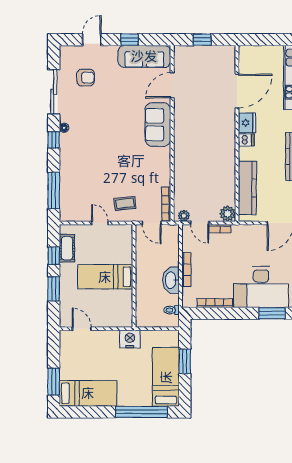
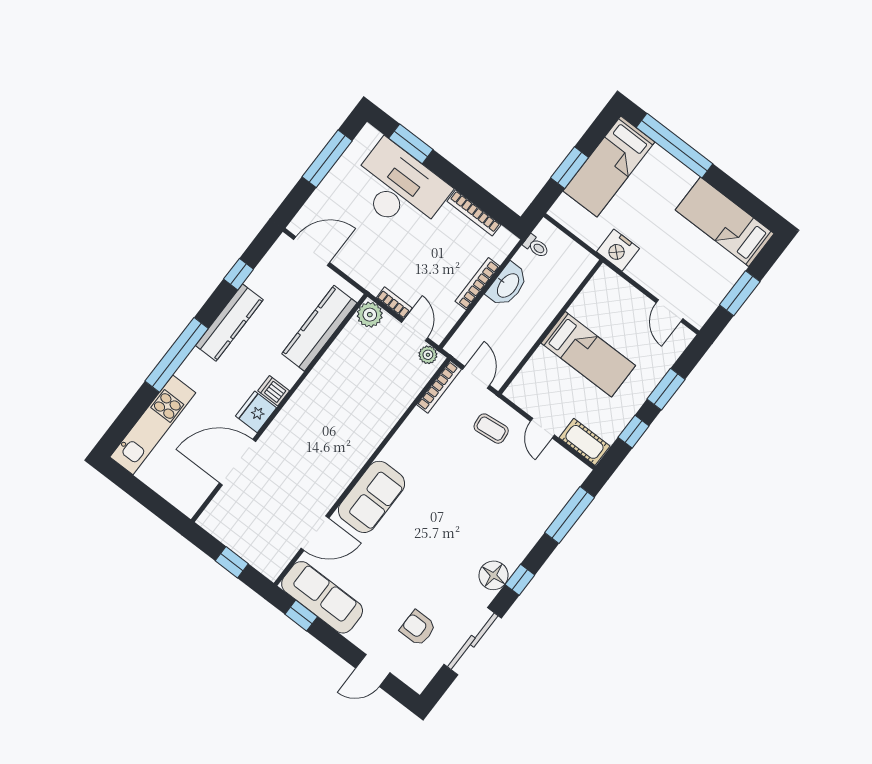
window: (130, 40) -> (301, 615), moved
floor lamp: (64, 128) -> (494, 575), width x1.89, depth x1.89
cot: (67, 248) -> (584, 442), moved, turned 90
window: (54, 382) -> (740, 293), moved

